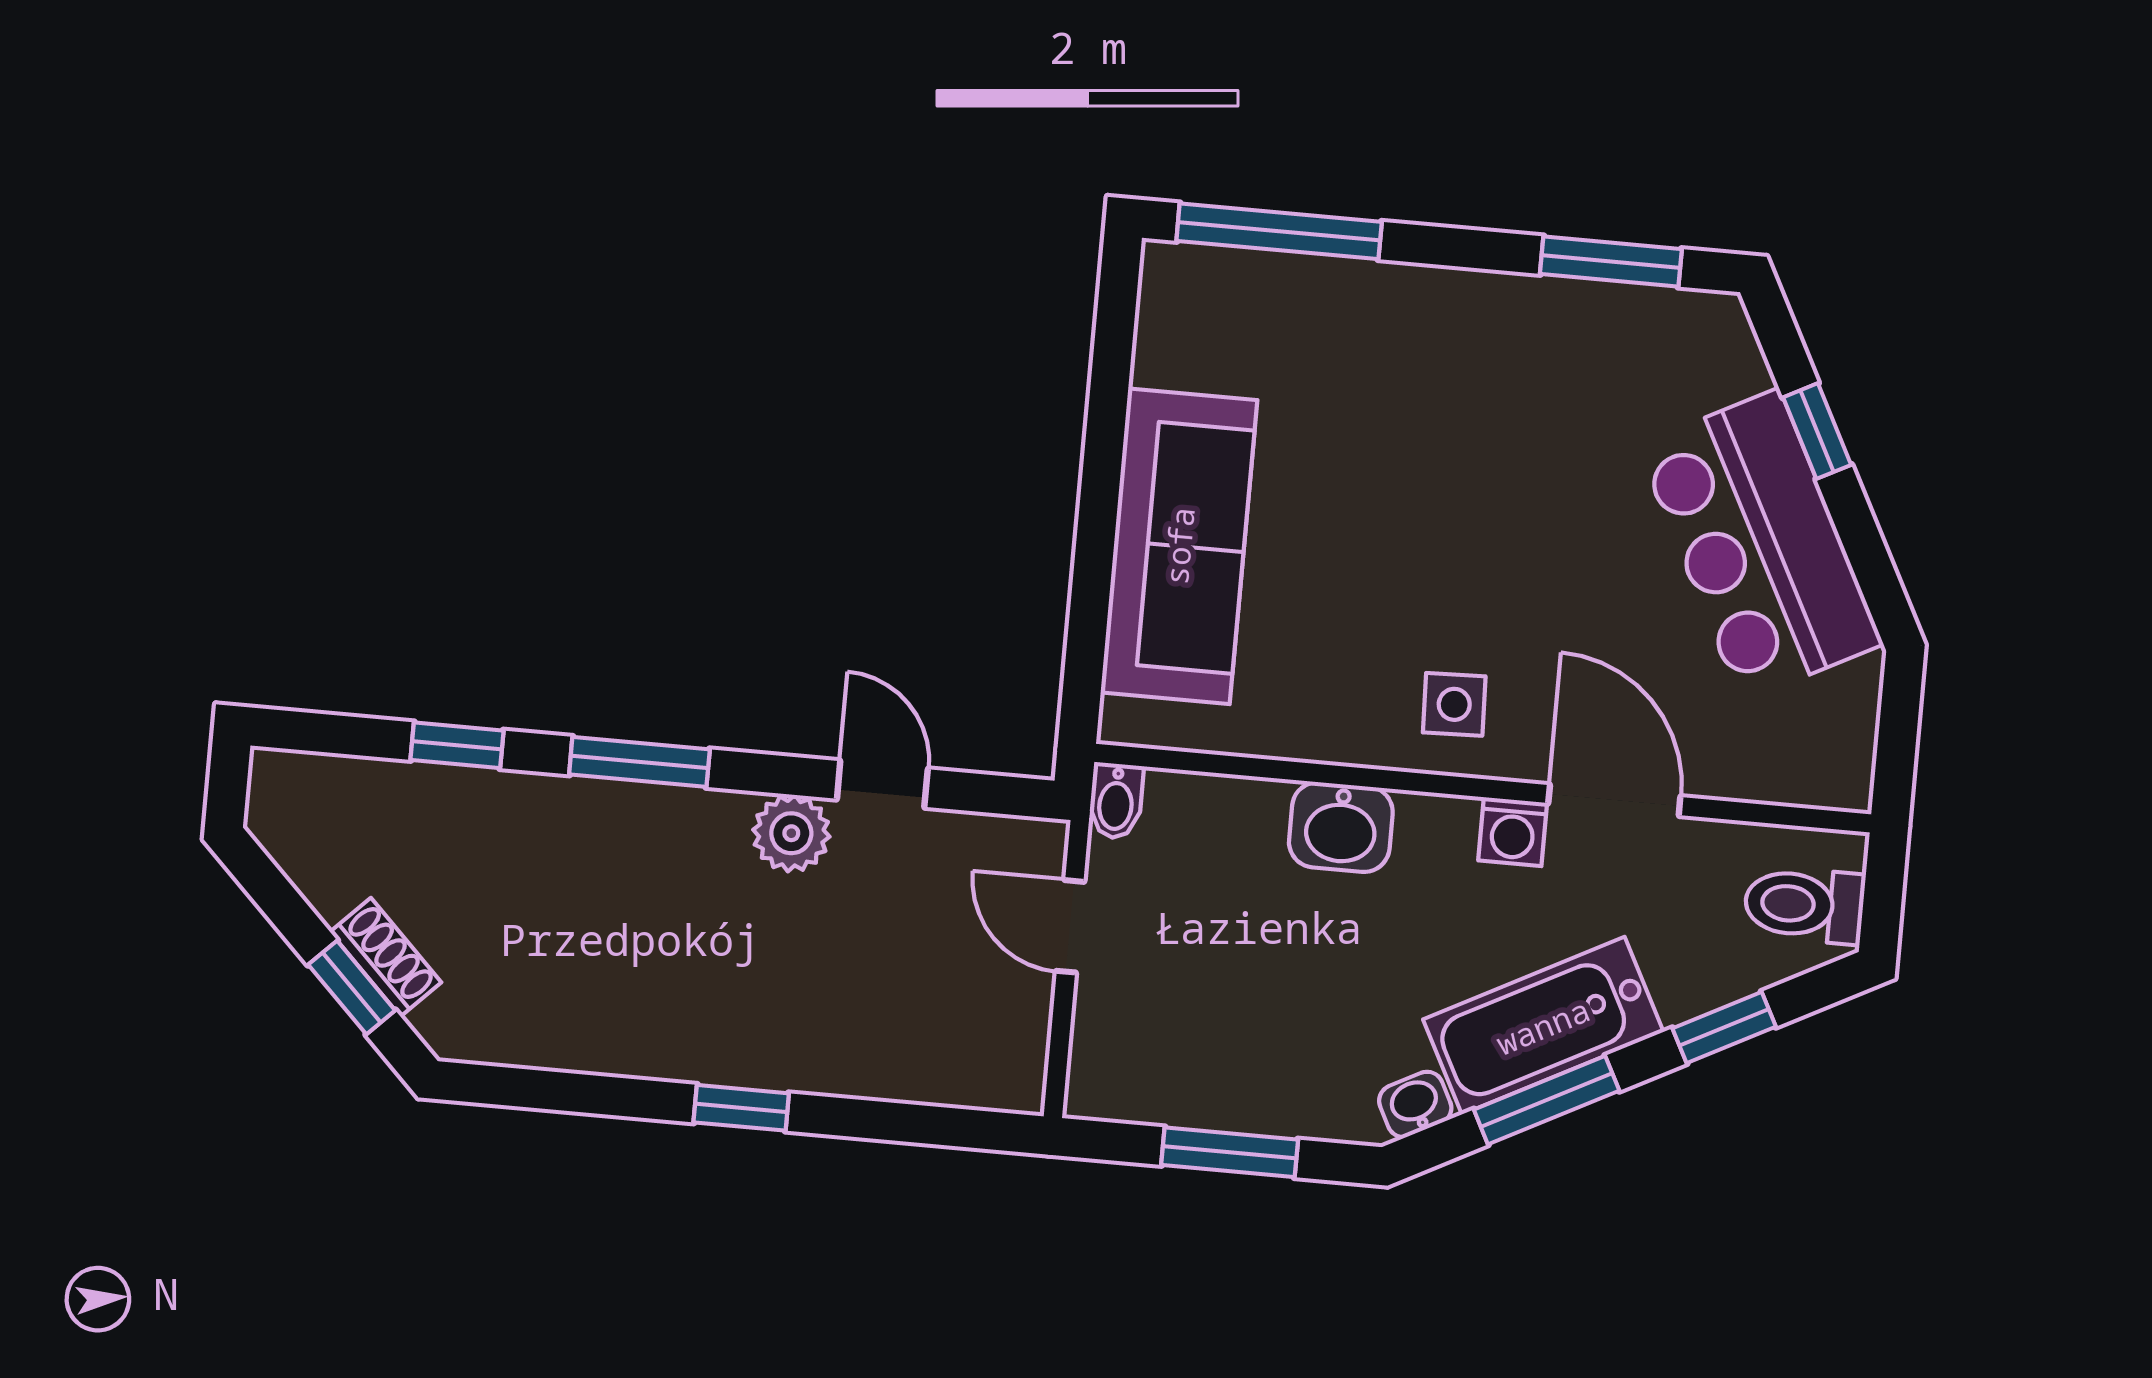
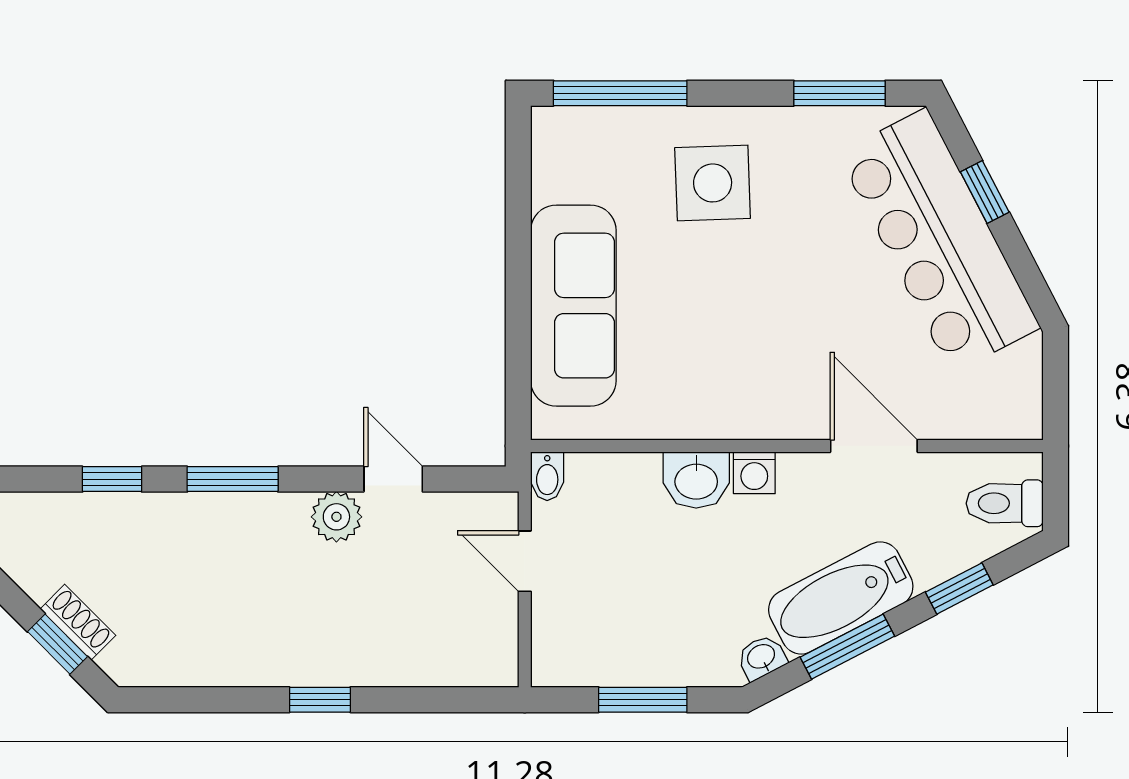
bar counter: (1760, 545) -> (939, 241), width x1.36
side table: (1454, 704) -> (713, 183), moved, width x1.87, depth x1.87
washing machine: (1513, 832) -> (754, 473), moved

